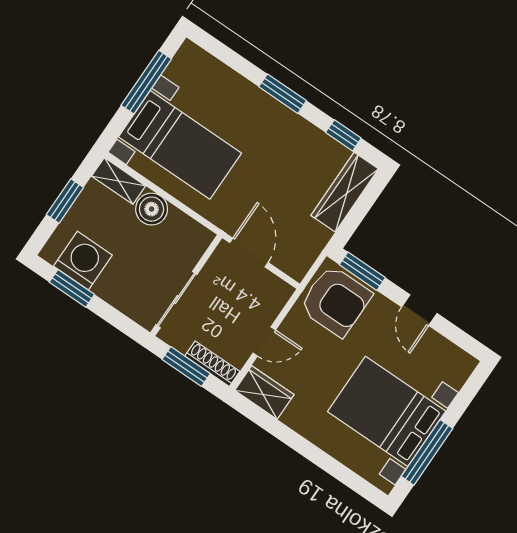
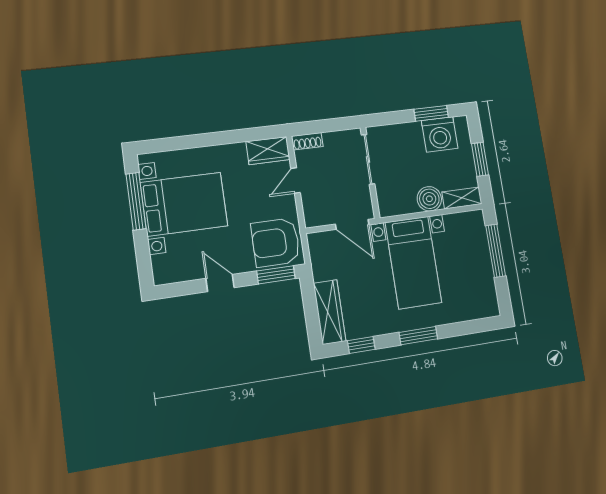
window: (146, 82) -> (496, 251), moved
bed with nightstands: (180, 145) -> (413, 262), moved, turned -90
shoe rack: (212, 364) -> (307, 141), width x0.70
window: (186, 367) -> (327, 126), removed

